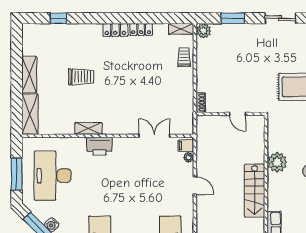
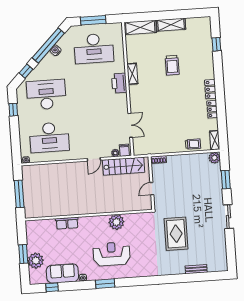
desk: (53, 176) -> (94, 48), turned 180
stairs: (255, 191) -> (124, 166), moved, turned 180

